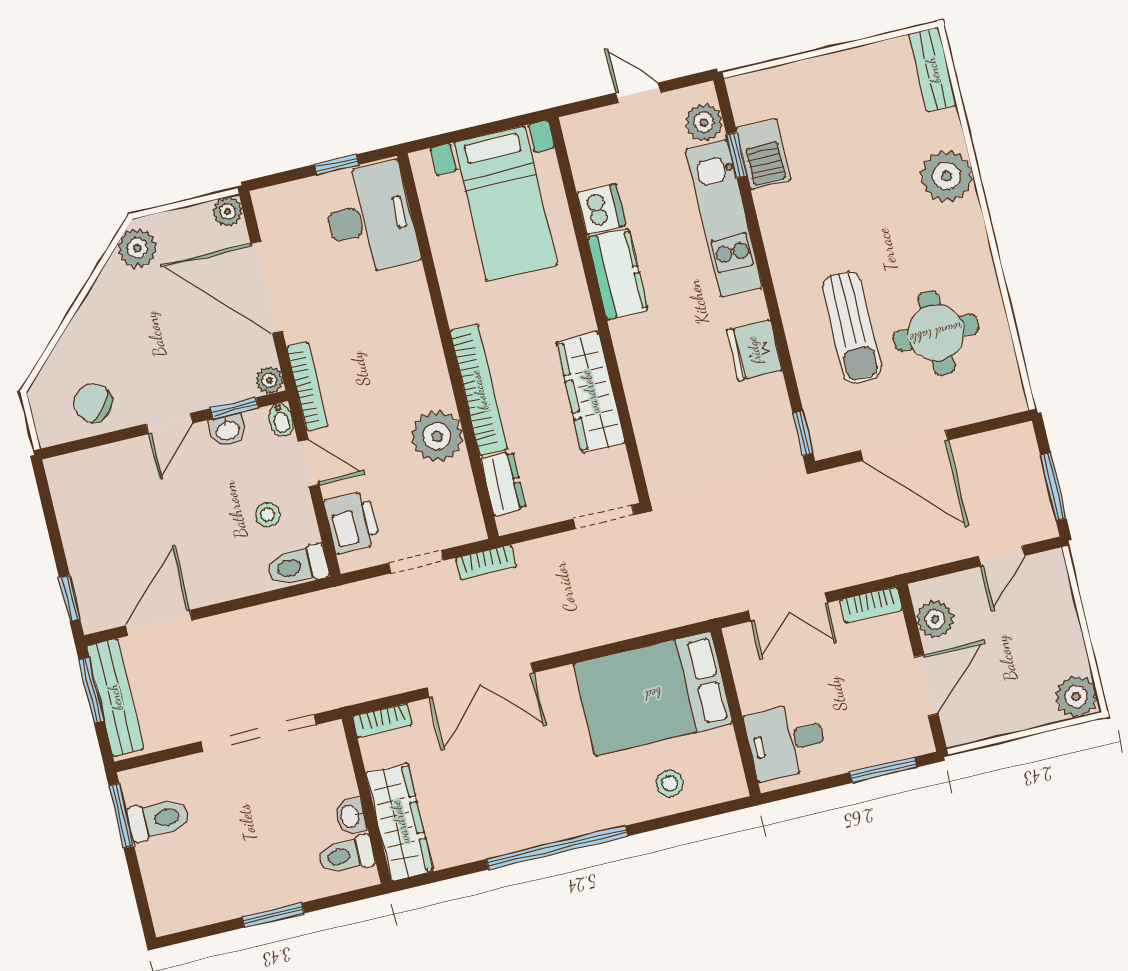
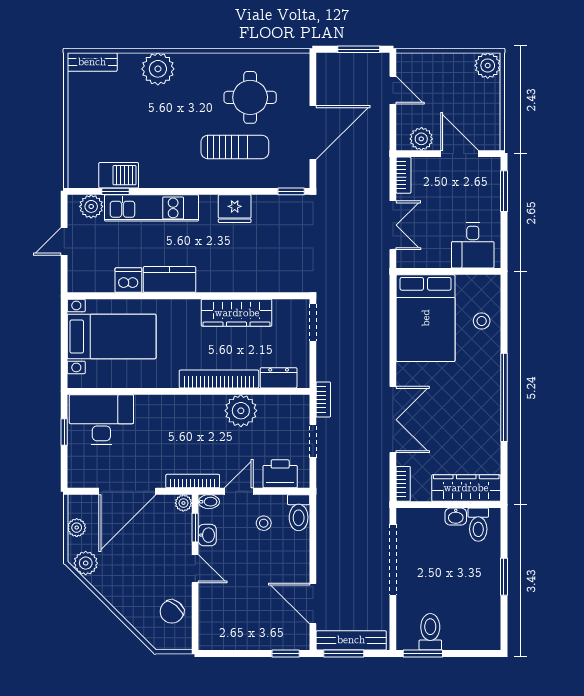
plant: (228, 212) -> (77, 528), moved

